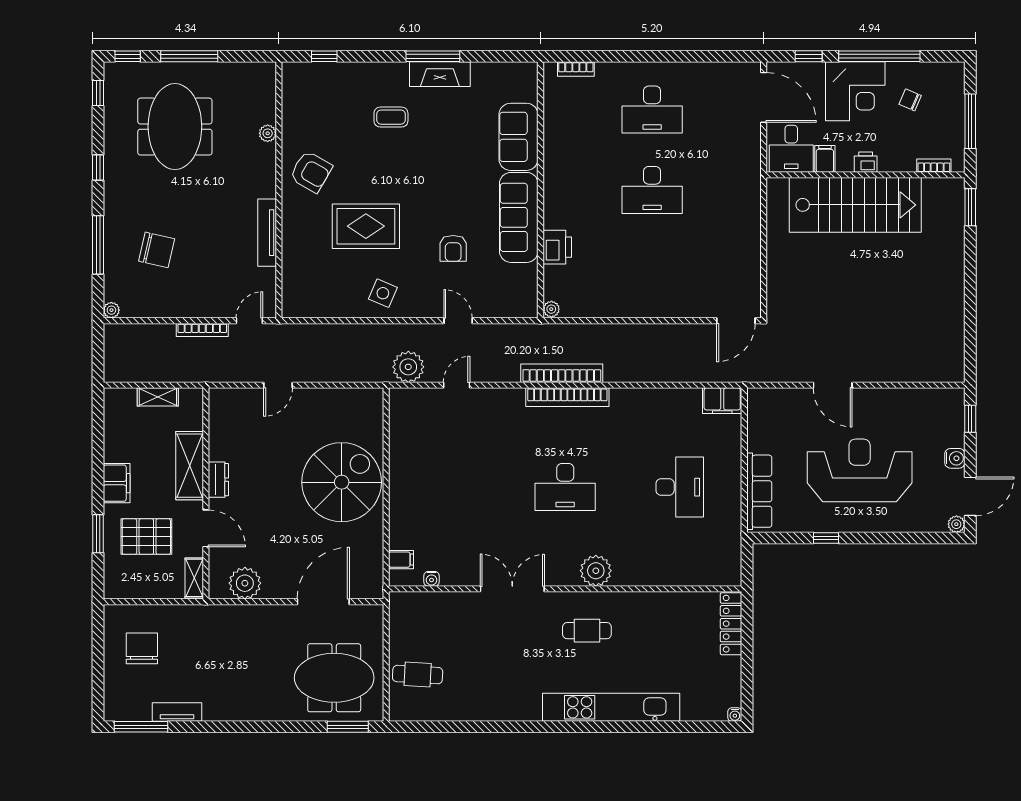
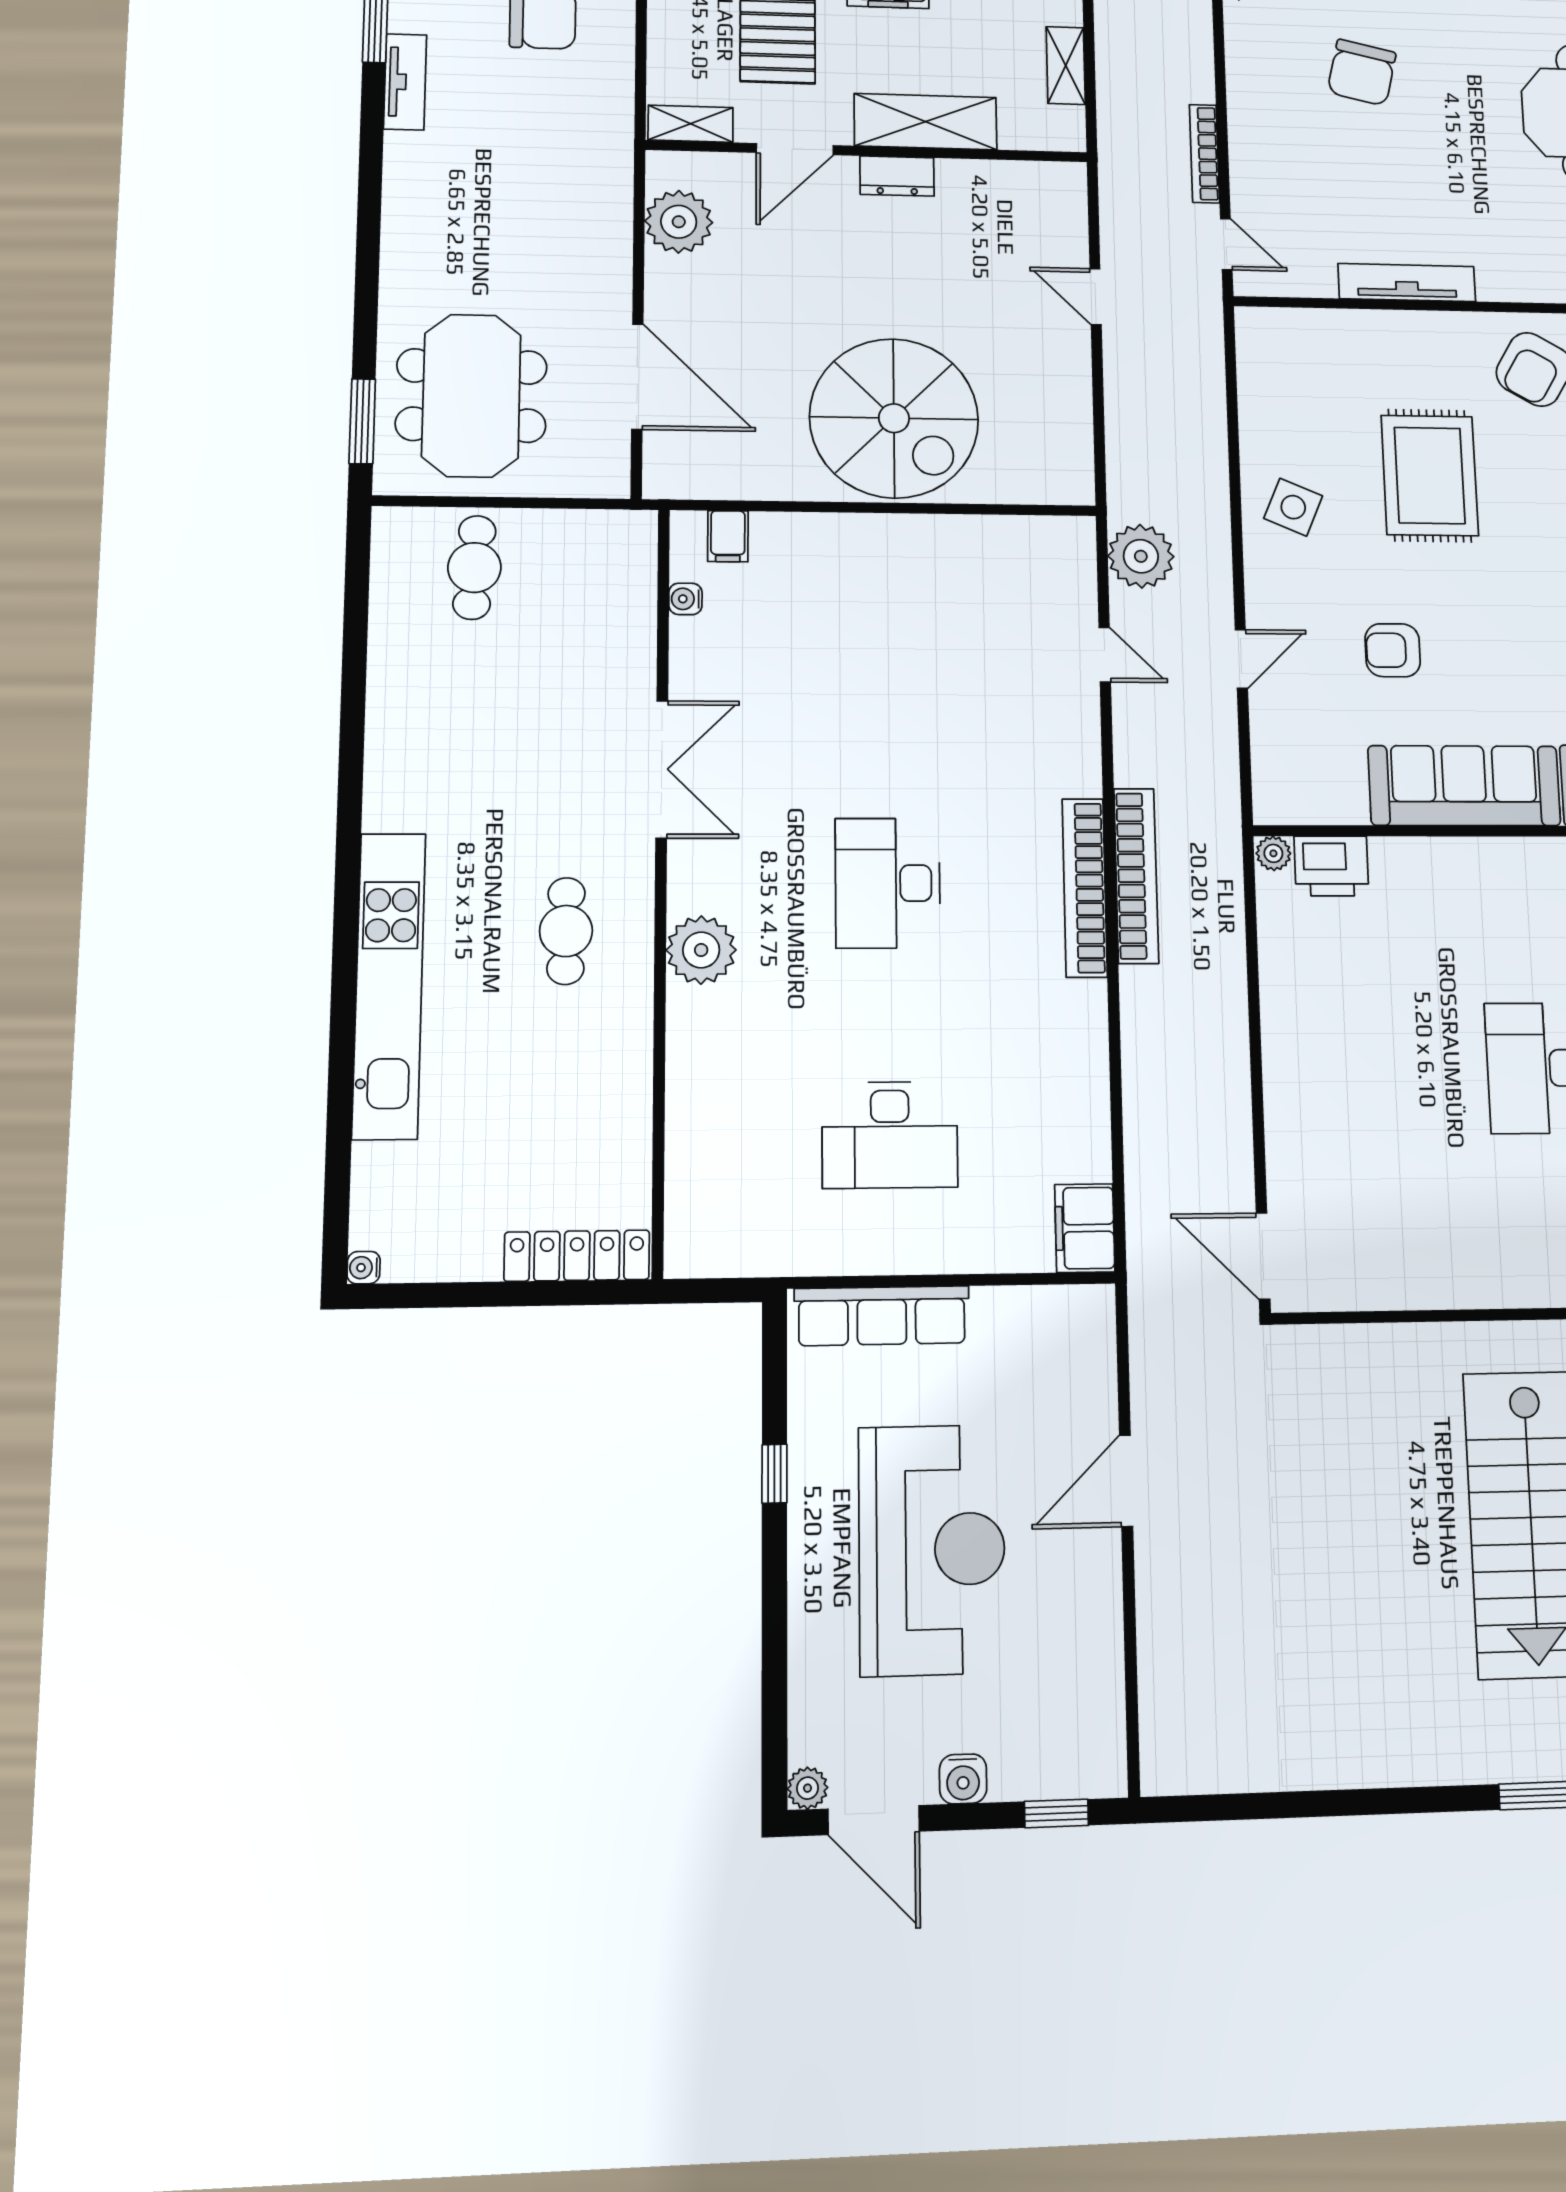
printer: (557, 247) -> (1331, 866), moved

